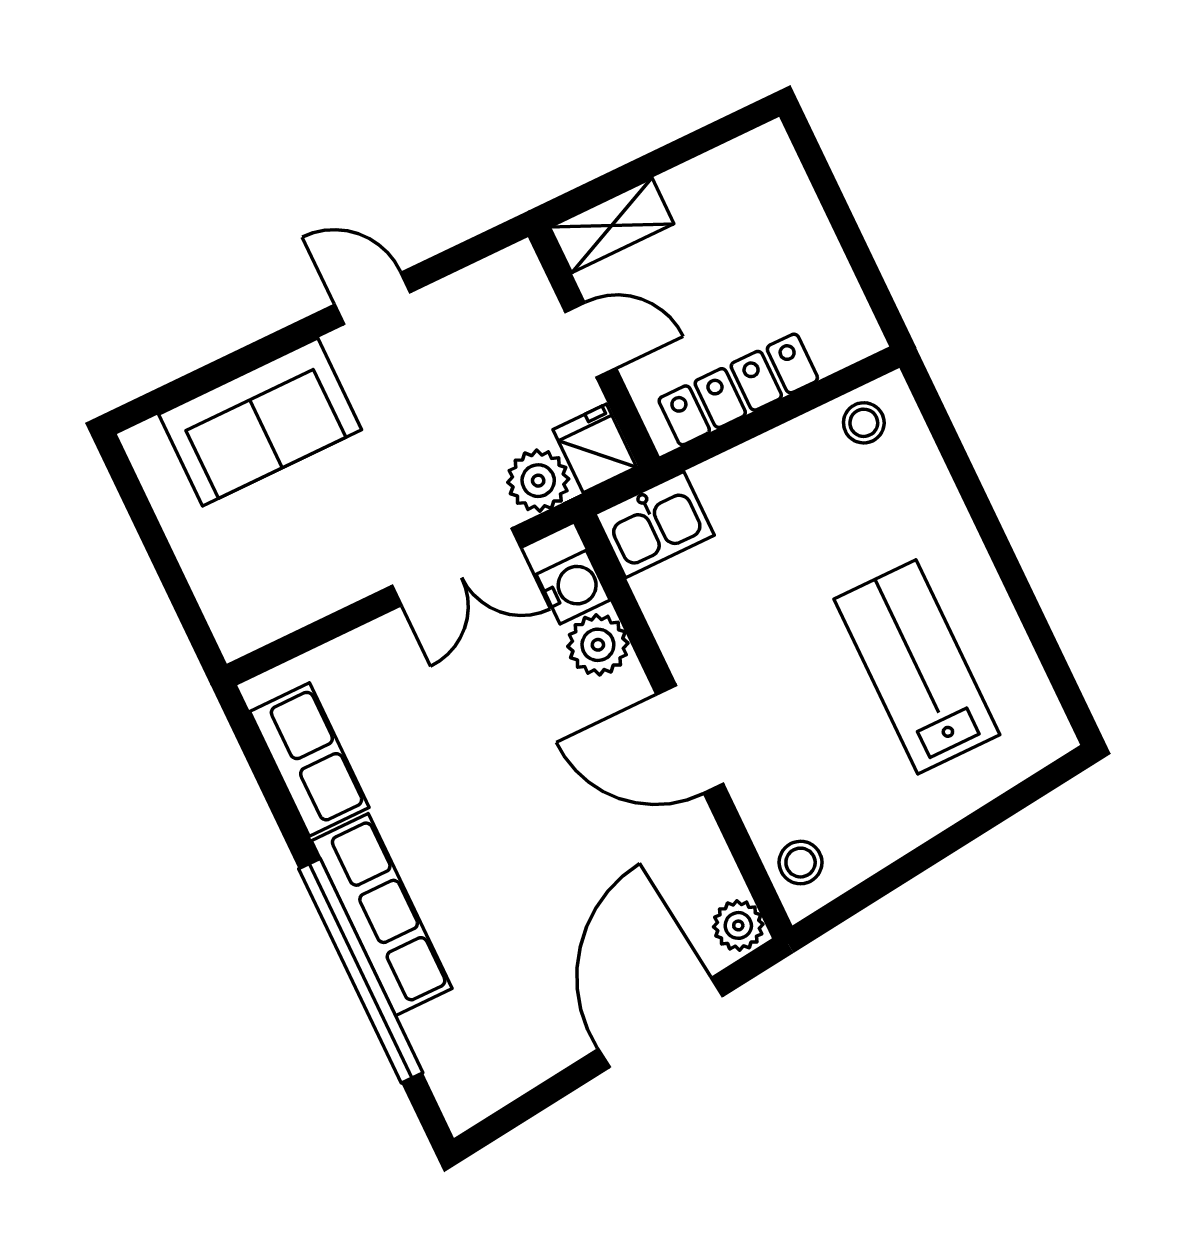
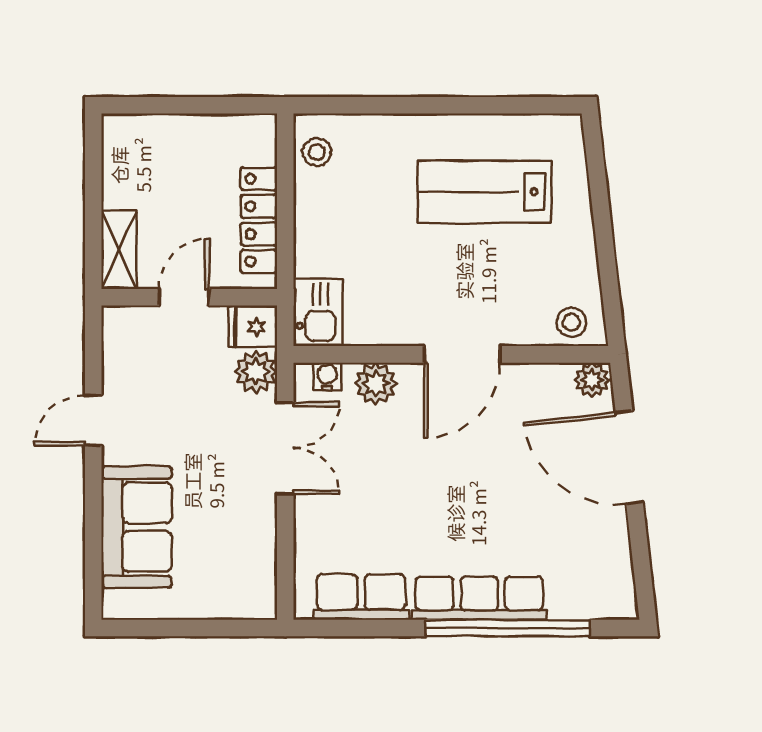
water cooler: (573, 587) -> (327, 376), width x0.72, depth x0.72

